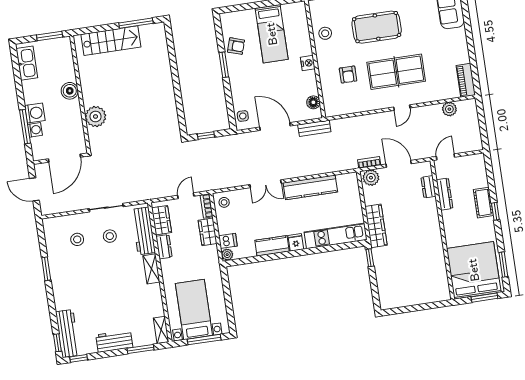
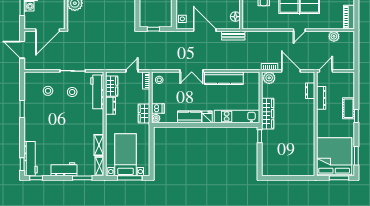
wardrobe: (208, 232) -> (144, 113), moved
shelving: (151, 269) -> (99, 145), moved

